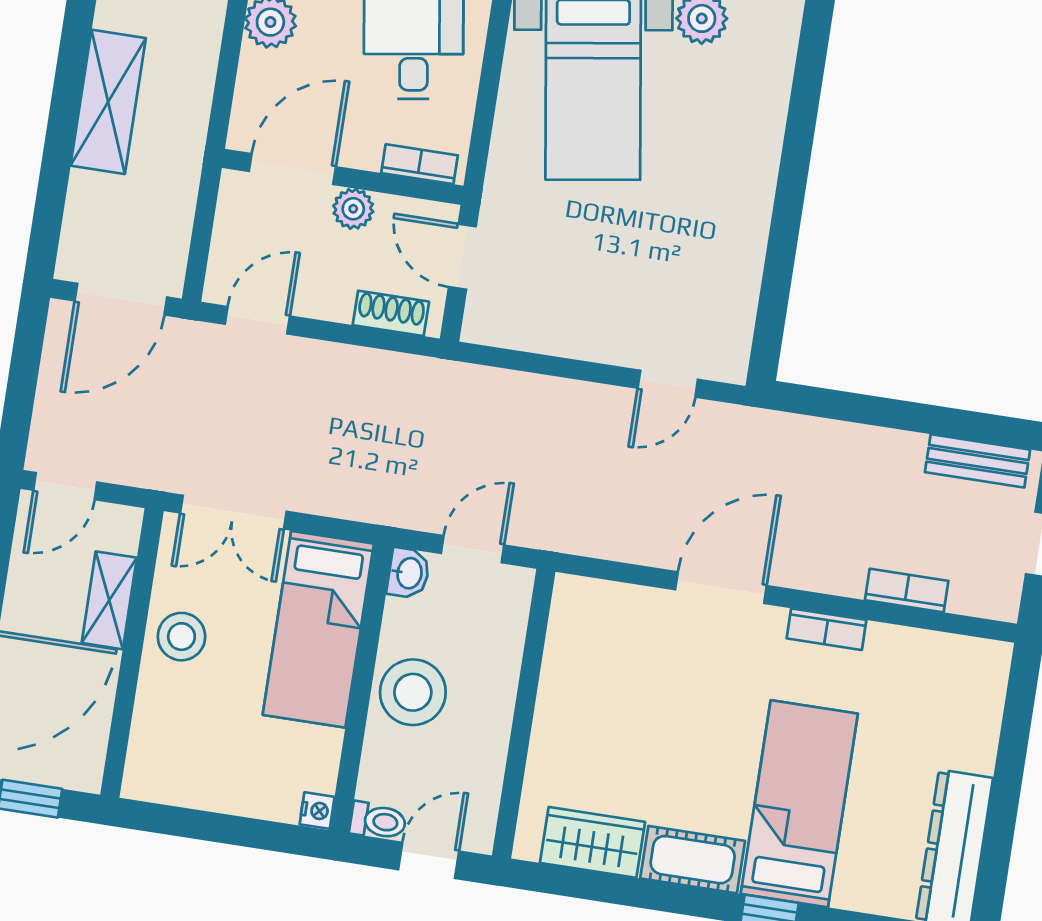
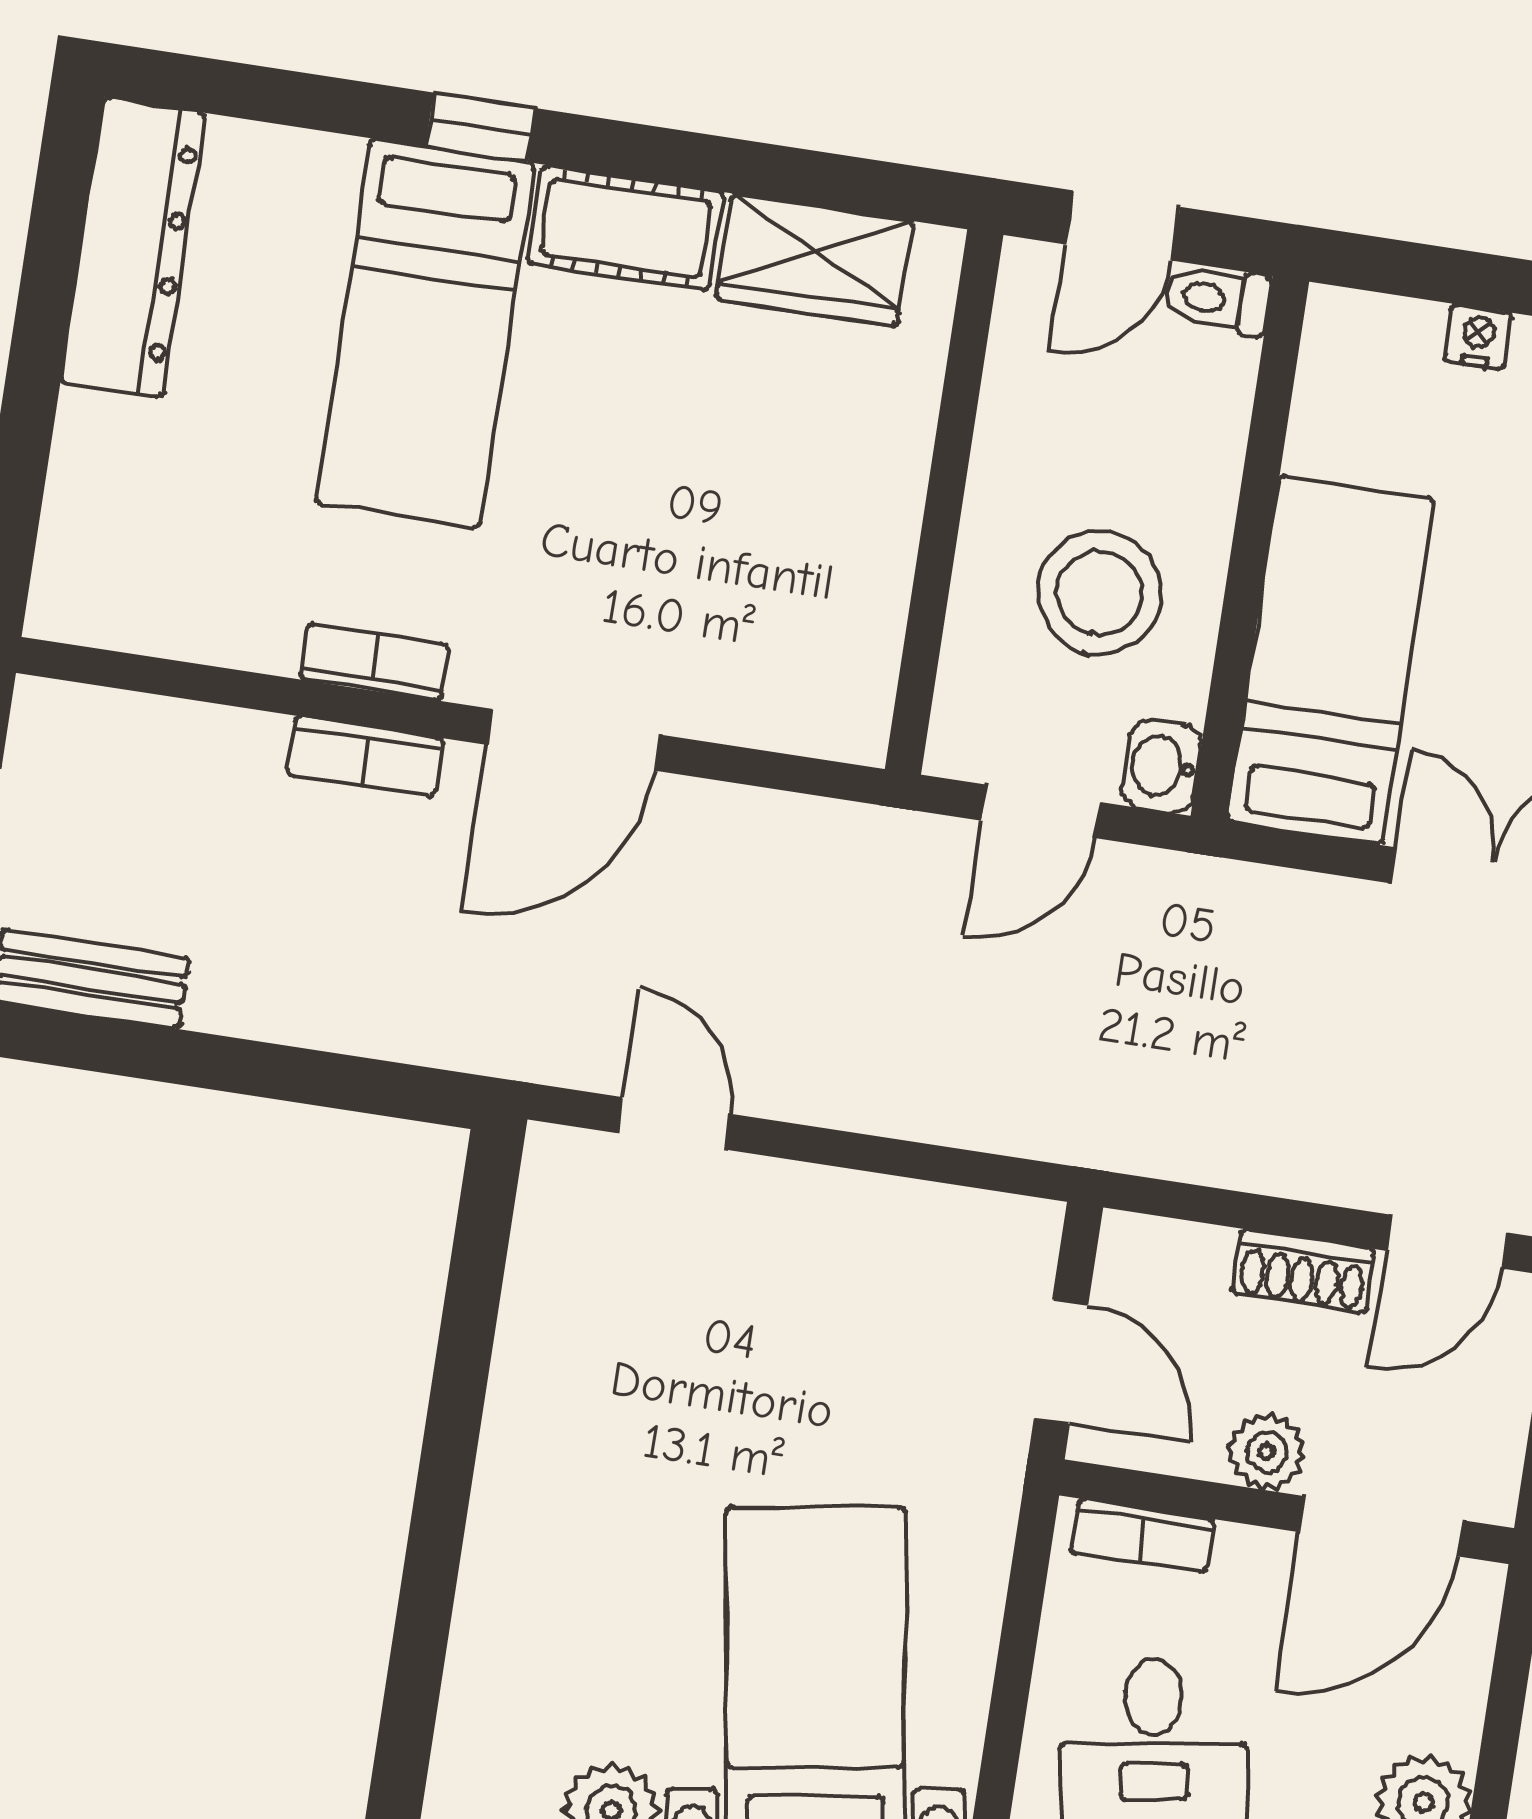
shoe rack: (391, 313) -> (1303, 1271), moved
door: (668, 384) -> (674, 1123), hinge flipped
bookcase: (907, 590) -> (365, 757), moved
stool: (413, 692) -> (1099, 593), moved
nightstand: (317, 811) -> (1478, 337), moved, turned 90

